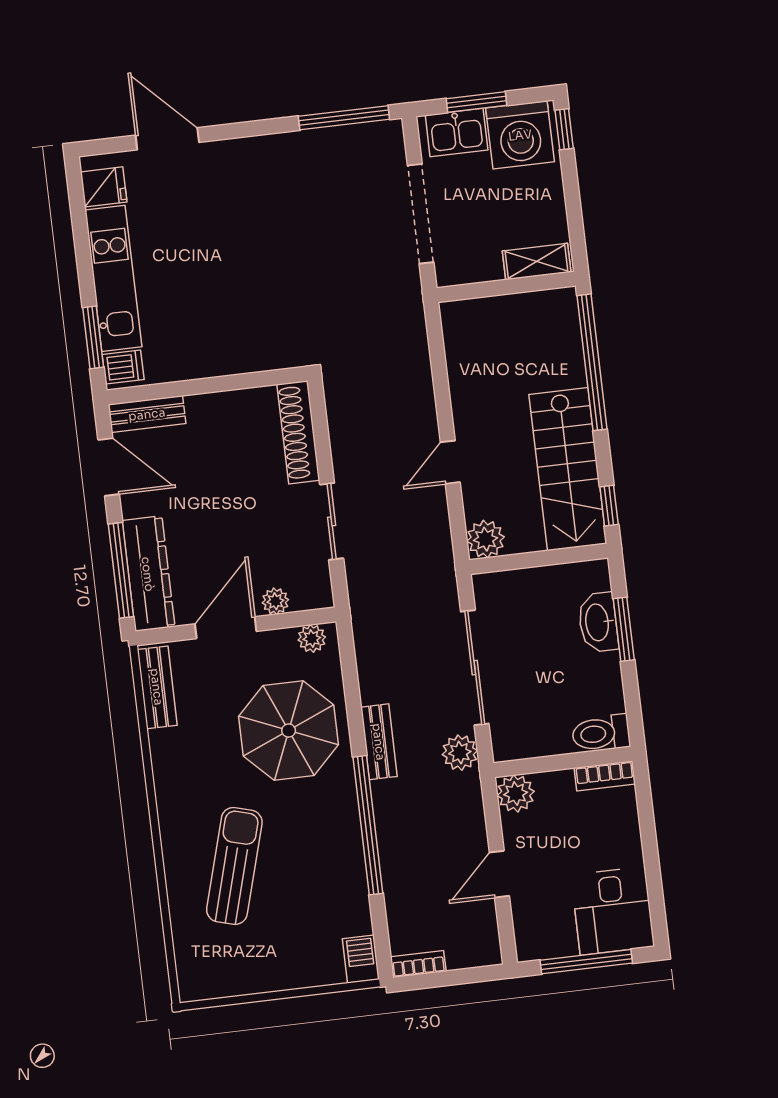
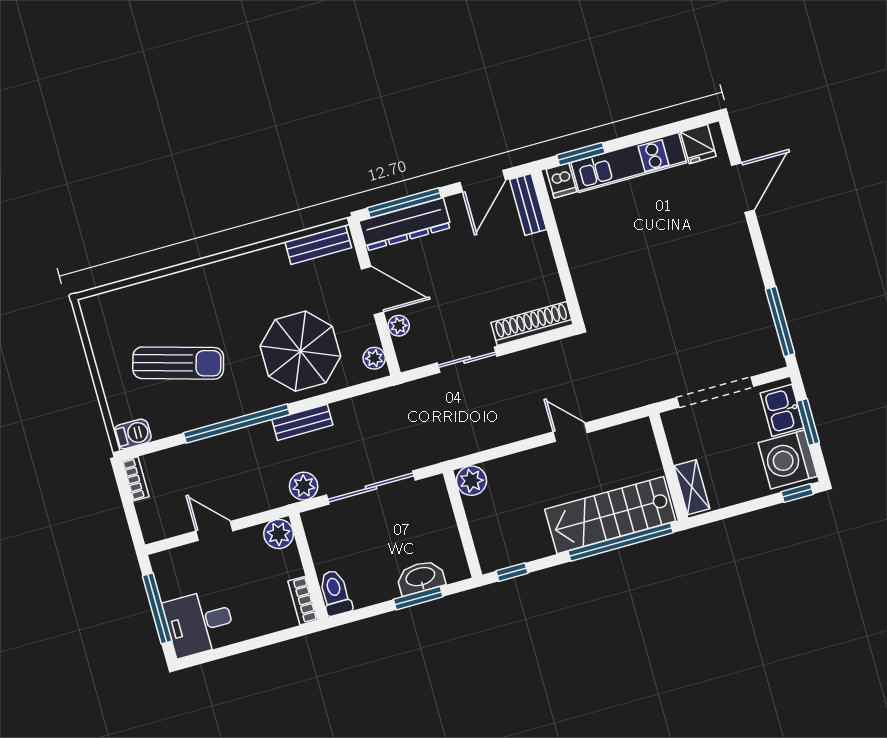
door: (450, 462) -> (570, 432), moved
stairs: (568, 469) -> (610, 515), moved
sun lounger: (234, 866) -> (178, 363), moved

